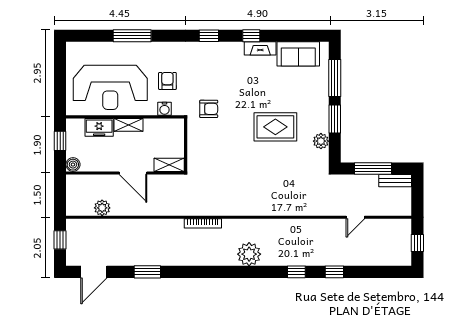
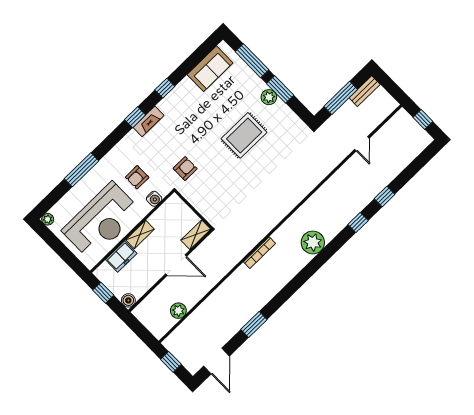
plant: (72, 48) -> (48, 219), added
fireplace: (260, 48) -> (149, 121), moved
armchair: (167, 81) -> (137, 177), turned -90
plant: (321, 141) -> (269, 97), moved

